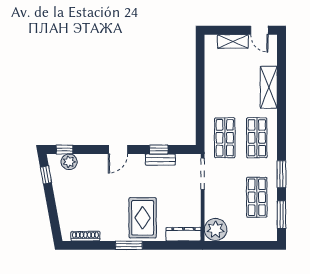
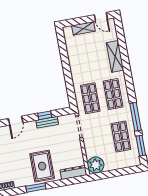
window: (281, 174) -> (135, 117), width x1.44

